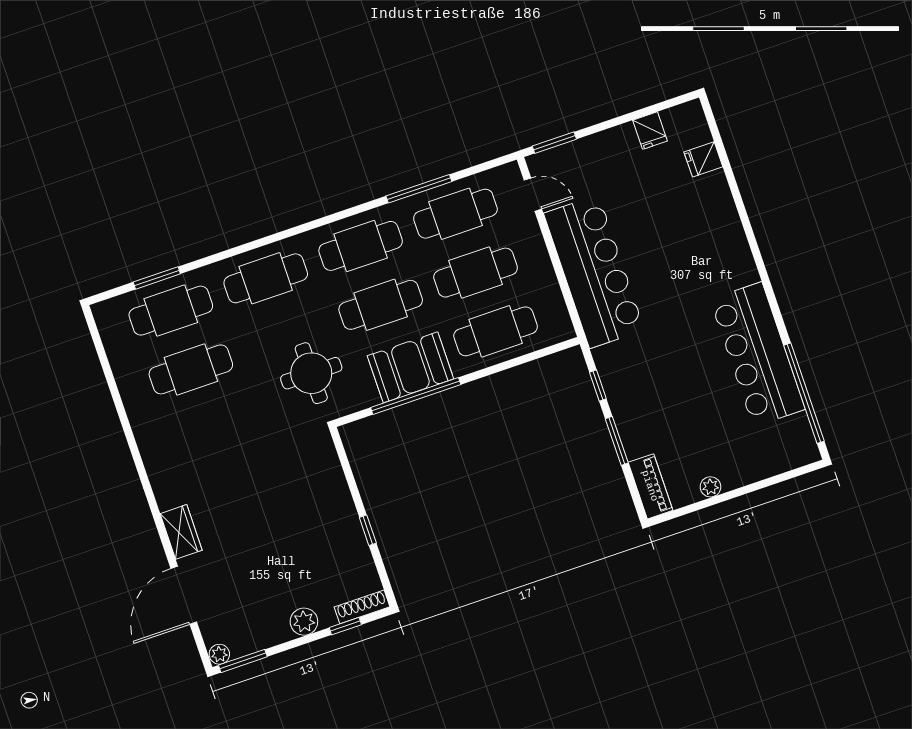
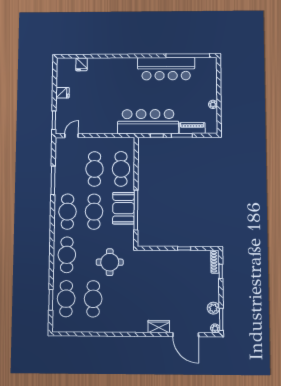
fridge: (650, 131) -> (63, 93), moved
cafe table: (455, 214) -> (68, 169), removed
bar counter: (594, 272) -> (148, 122), moved
round table: (311, 373) -> (110, 262), moved
piano: (650, 486) -> (192, 128), moved
plant: (304, 622) -> (213, 308), moved

